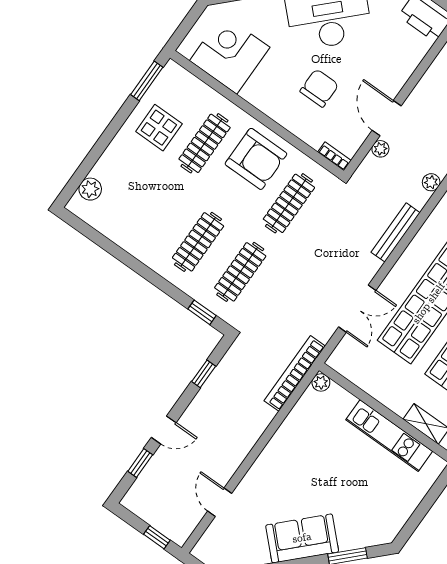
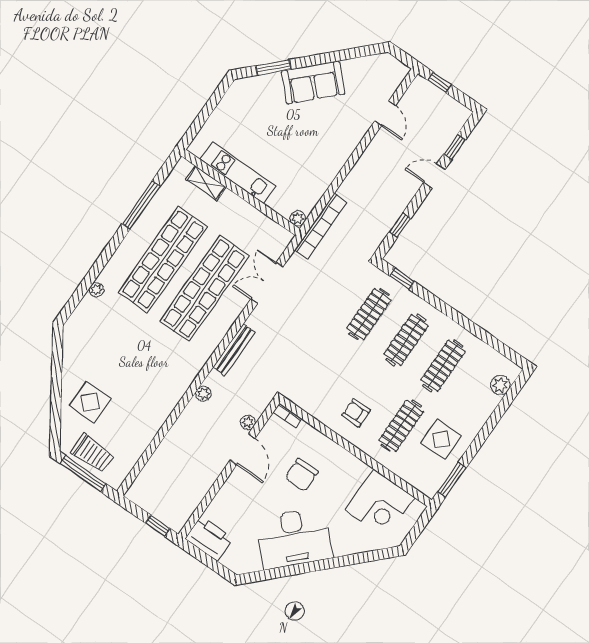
armchair: (256, 159) -> (356, 413), width x0.53, depth x0.53
clothes rail: (289, 203) -> (443, 366), moved

